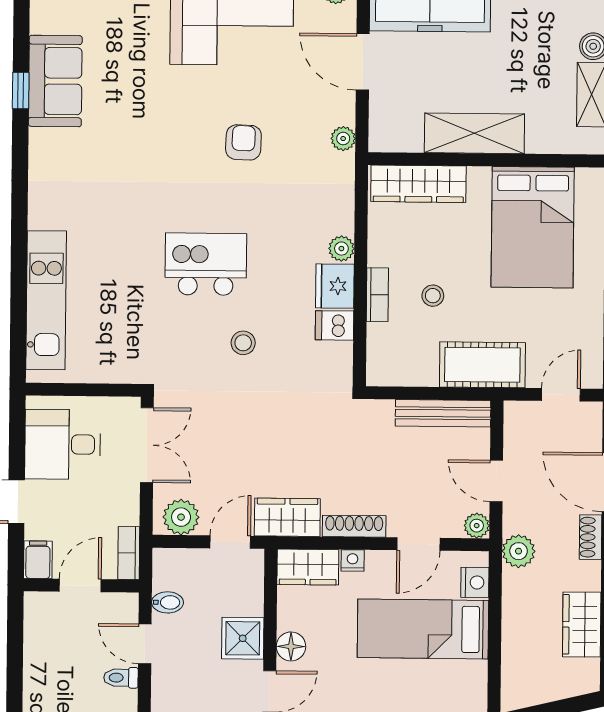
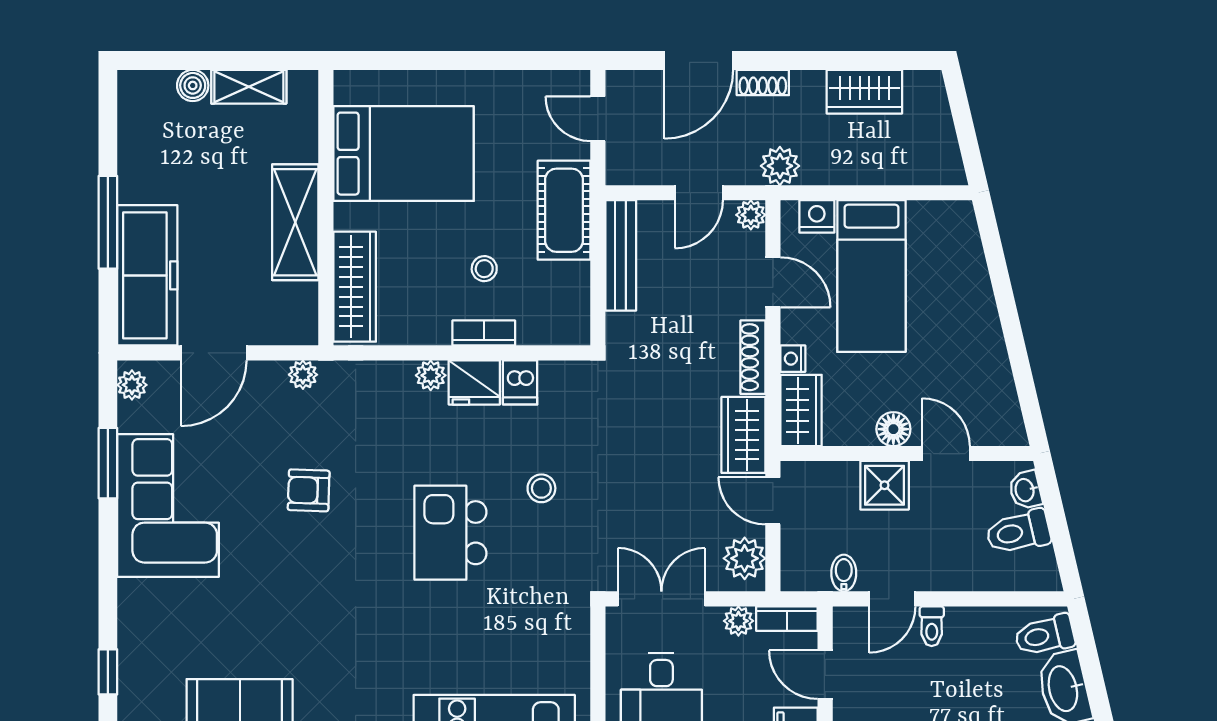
plant: (127, 511) -> (738, 621), added

